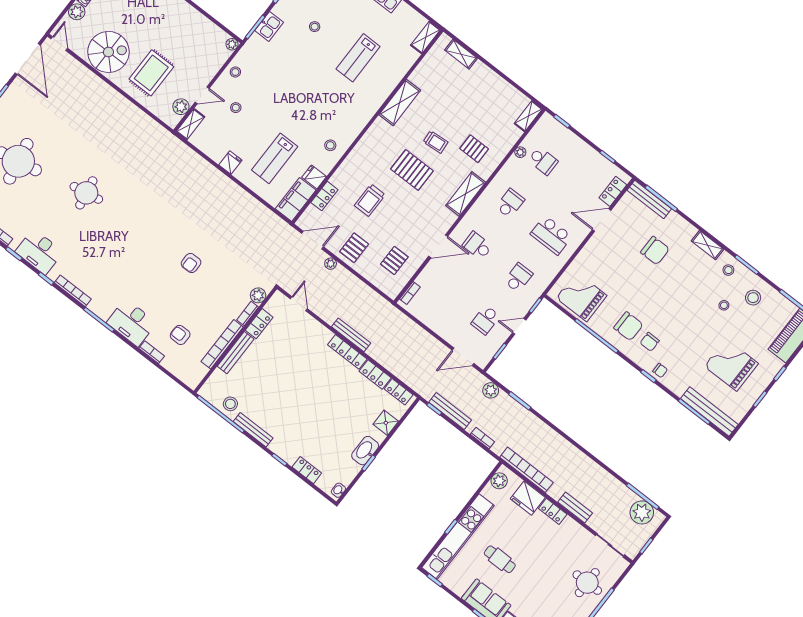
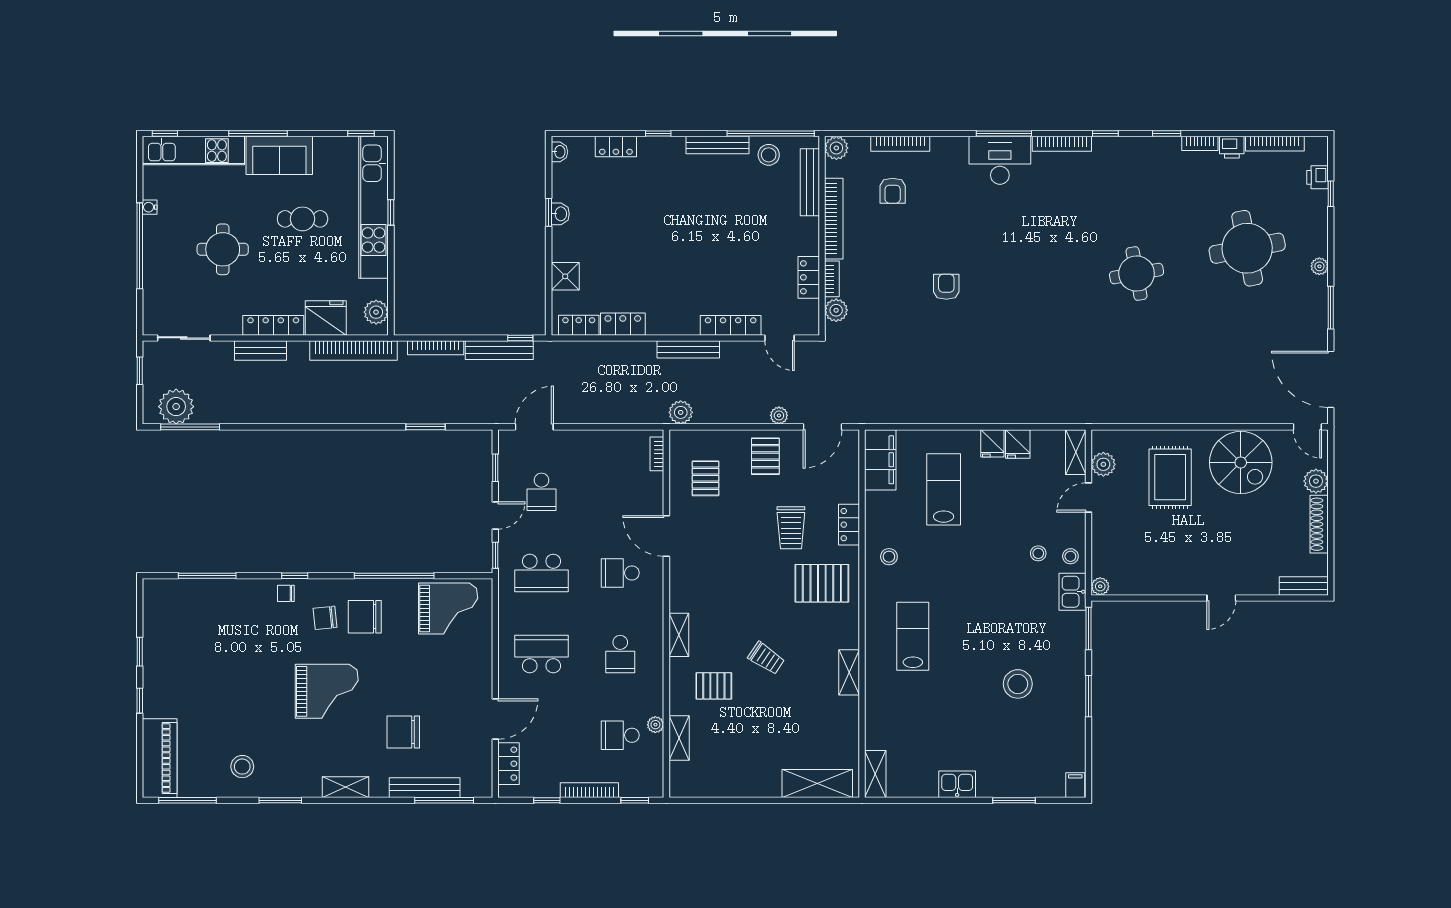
kitchen sink: (269, 26) -> (1072, 592), moved
stool: (315, 27) -> (1018, 684), width x1.89, depth x1.89
spiral stairs: (108, 52) -> (1241, 462), turned -90
shelving: (461, 54) -> (817, 783), width x1.50, depth x1.33
lab bench: (358, 58) -> (913, 636), moved
shelving: (400, 102) -> (849, 672), width x0.67, depth x0.75
stool: (236, 108) -> (1038, 553), moved
shelving: (528, 116) -> (679, 738), moved
trolley: (436, 142) -> (766, 658), turned -141
bookcase: (581, 145) -> (589, 790), added
pallet: (412, 170) -> (822, 583), moved
fridge: (314, 177) -> (1018, 444), moved, turned 90
shelving: (466, 194) -> (679, 635), width x0.67, depth x0.75
locker: (324, 196) -> (849, 525), moved
trolley: (370, 200) -> (791, 528), turned 180
bench: (649, 200) -> (425, 788), moved
door: (438, 246) -> (666, 536), hinge flipped
school desk: (477, 246) -> (620, 573), turned 180
desk: (39, 252) -> (1138, 159), removed
stool: (728, 270) -> (297, 777), removed
school desk: (518, 278) -> (542, 573), width x1.85
stool: (724, 305) -> (270, 730), removed
school desk: (485, 320) -> (542, 492), turned 180
desk: (132, 323) -> (1000, 160), moved
armchair: (180, 335) -> (893, 191), turned 90
chair: (650, 342) -> (325, 618), turned -96
bookcase: (152, 352) -> (900, 144), width x1.56
locker: (347, 352) -> (731, 325), moved
bench: (236, 353) -> (810, 182), moved
grand piano: (731, 365) -> (327, 691), moved
plant: (192, 380) -> (836, 148), added
plant: (491, 390) -> (681, 412), moved
bench: (709, 411) -> (189, 590), removed
bookcase: (482, 438) -> (436, 348), width x1.56
washbasin: (365, 451) -> (560, 214), width x0.52, depth x0.69
locker: (553, 511) -> (273, 325), width x1.53
round table: (587, 583) -> (223, 249), moved

